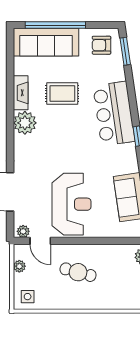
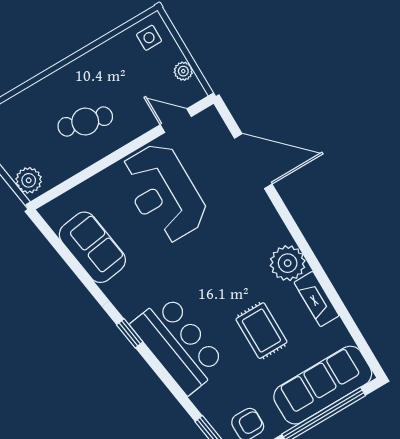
rug: (62, 93) -> (261, 331), turned 90
plant: (23, 231) -> (205, 120), removed
cafe table: (78, 272) -> (85, 121), moved

